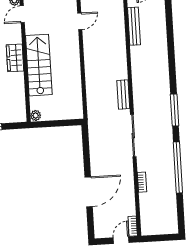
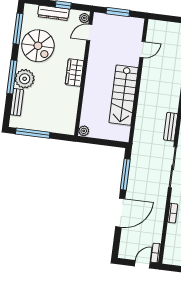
stairs: (39, 65) -> (124, 95), moved, turned 180
window: (86, 152) -> (125, 174), added

